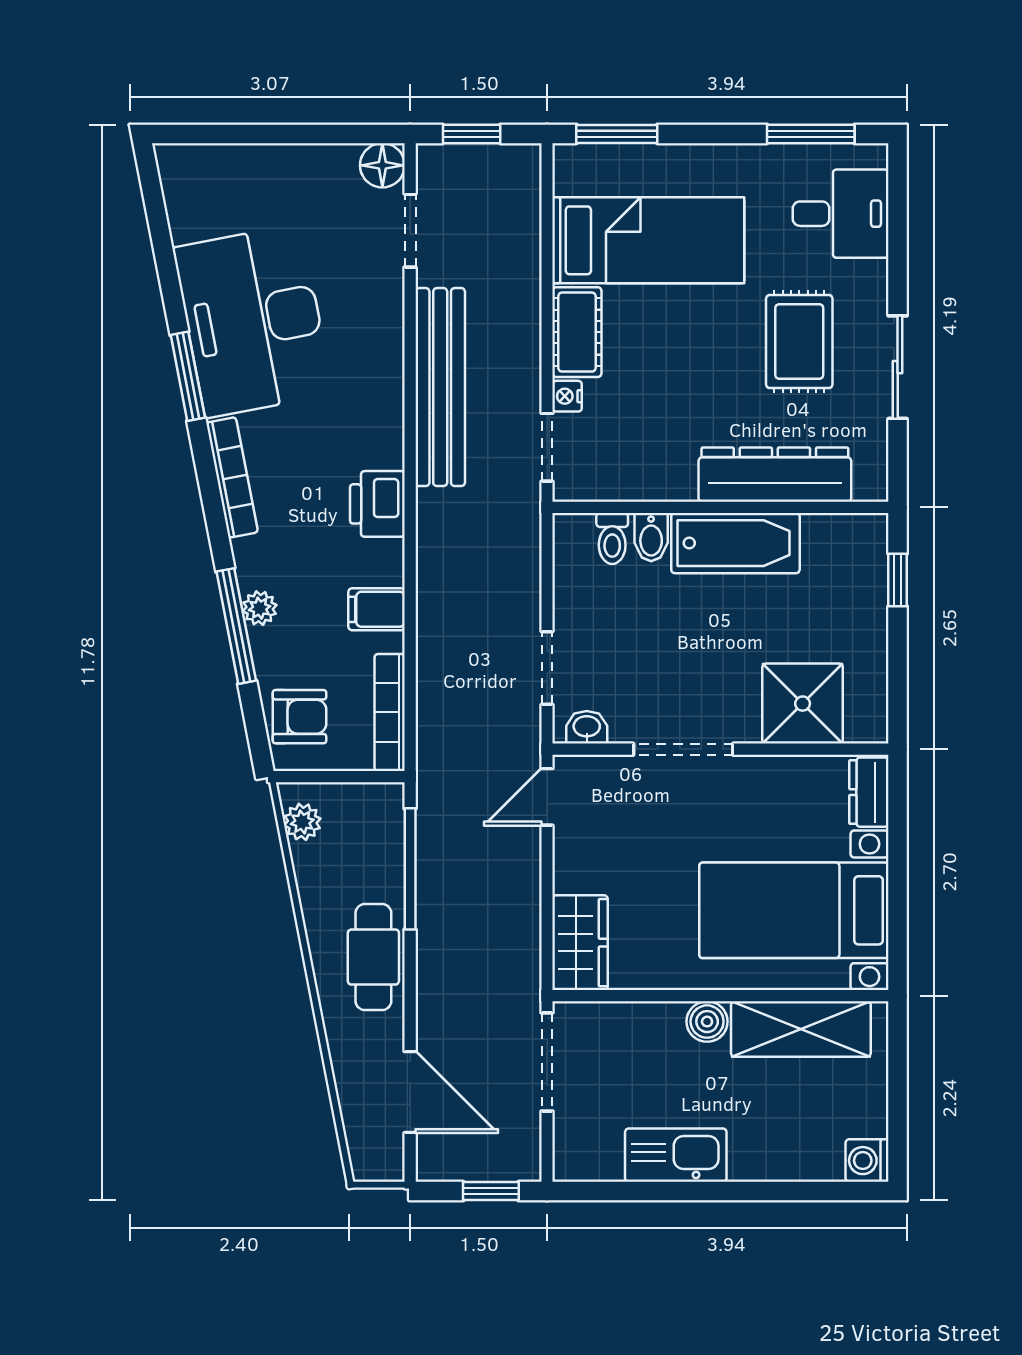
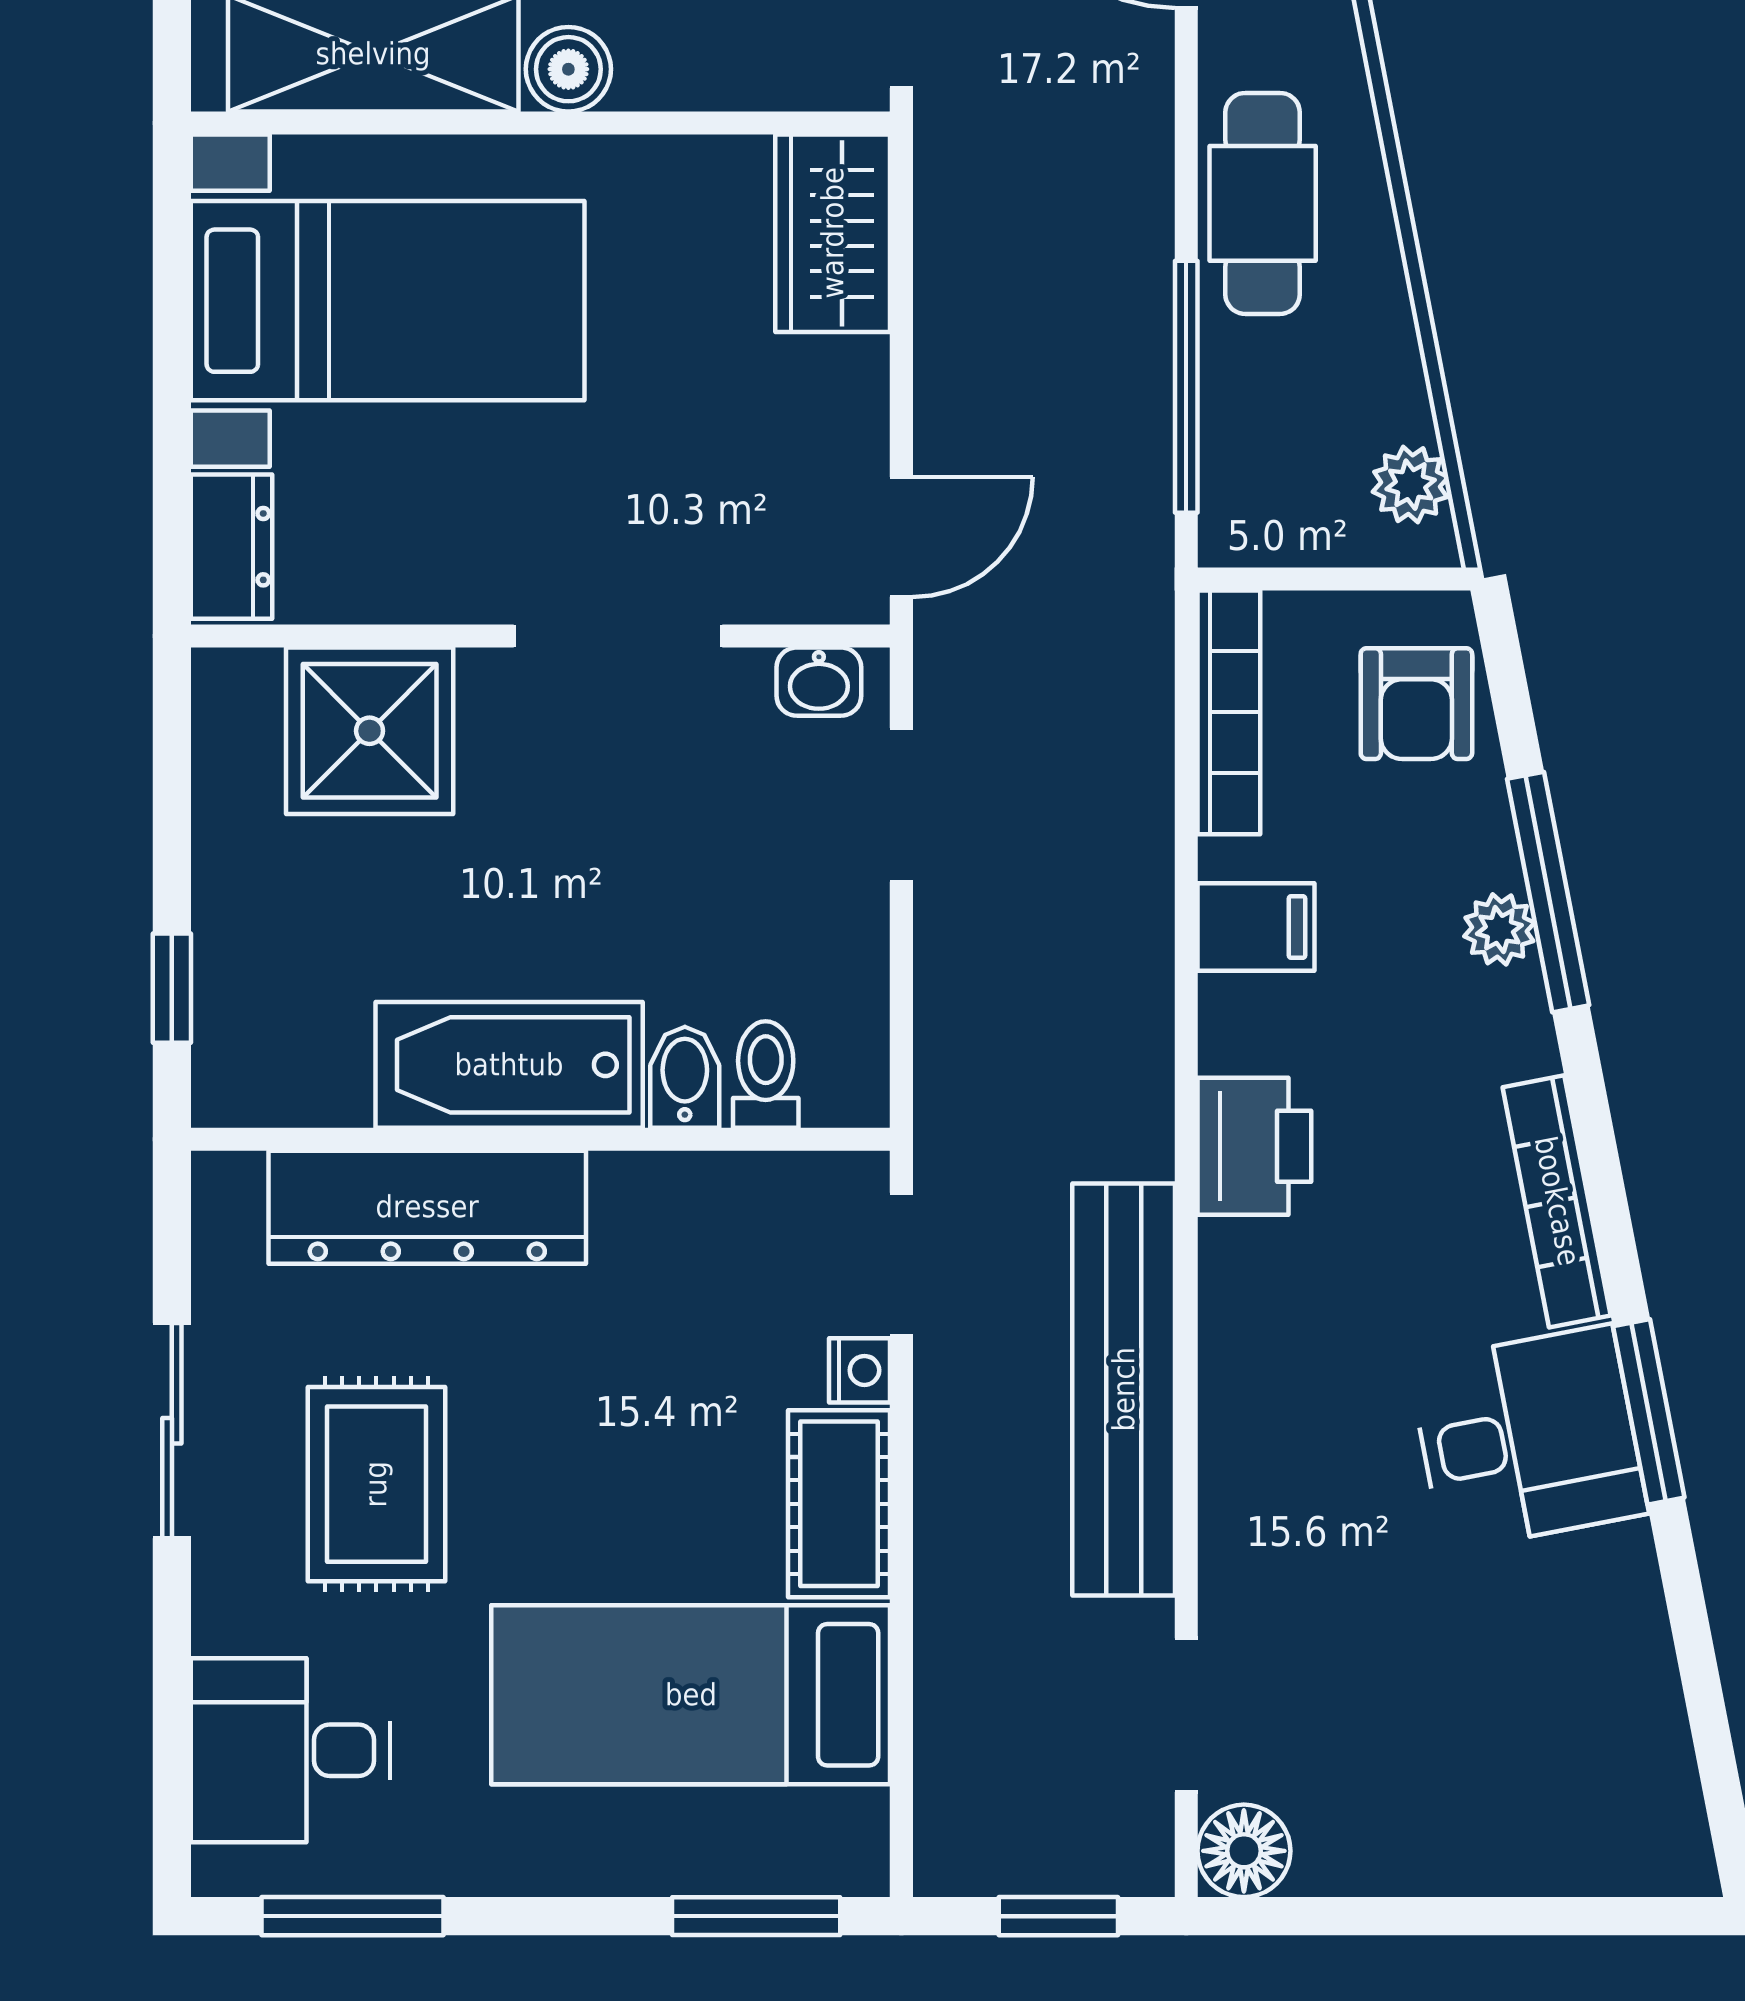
desk: (253, 321) -> (1528, 1438), width x0.53, depth x0.77
armchair: (299, 717) -> (1416, 704), turned -90

